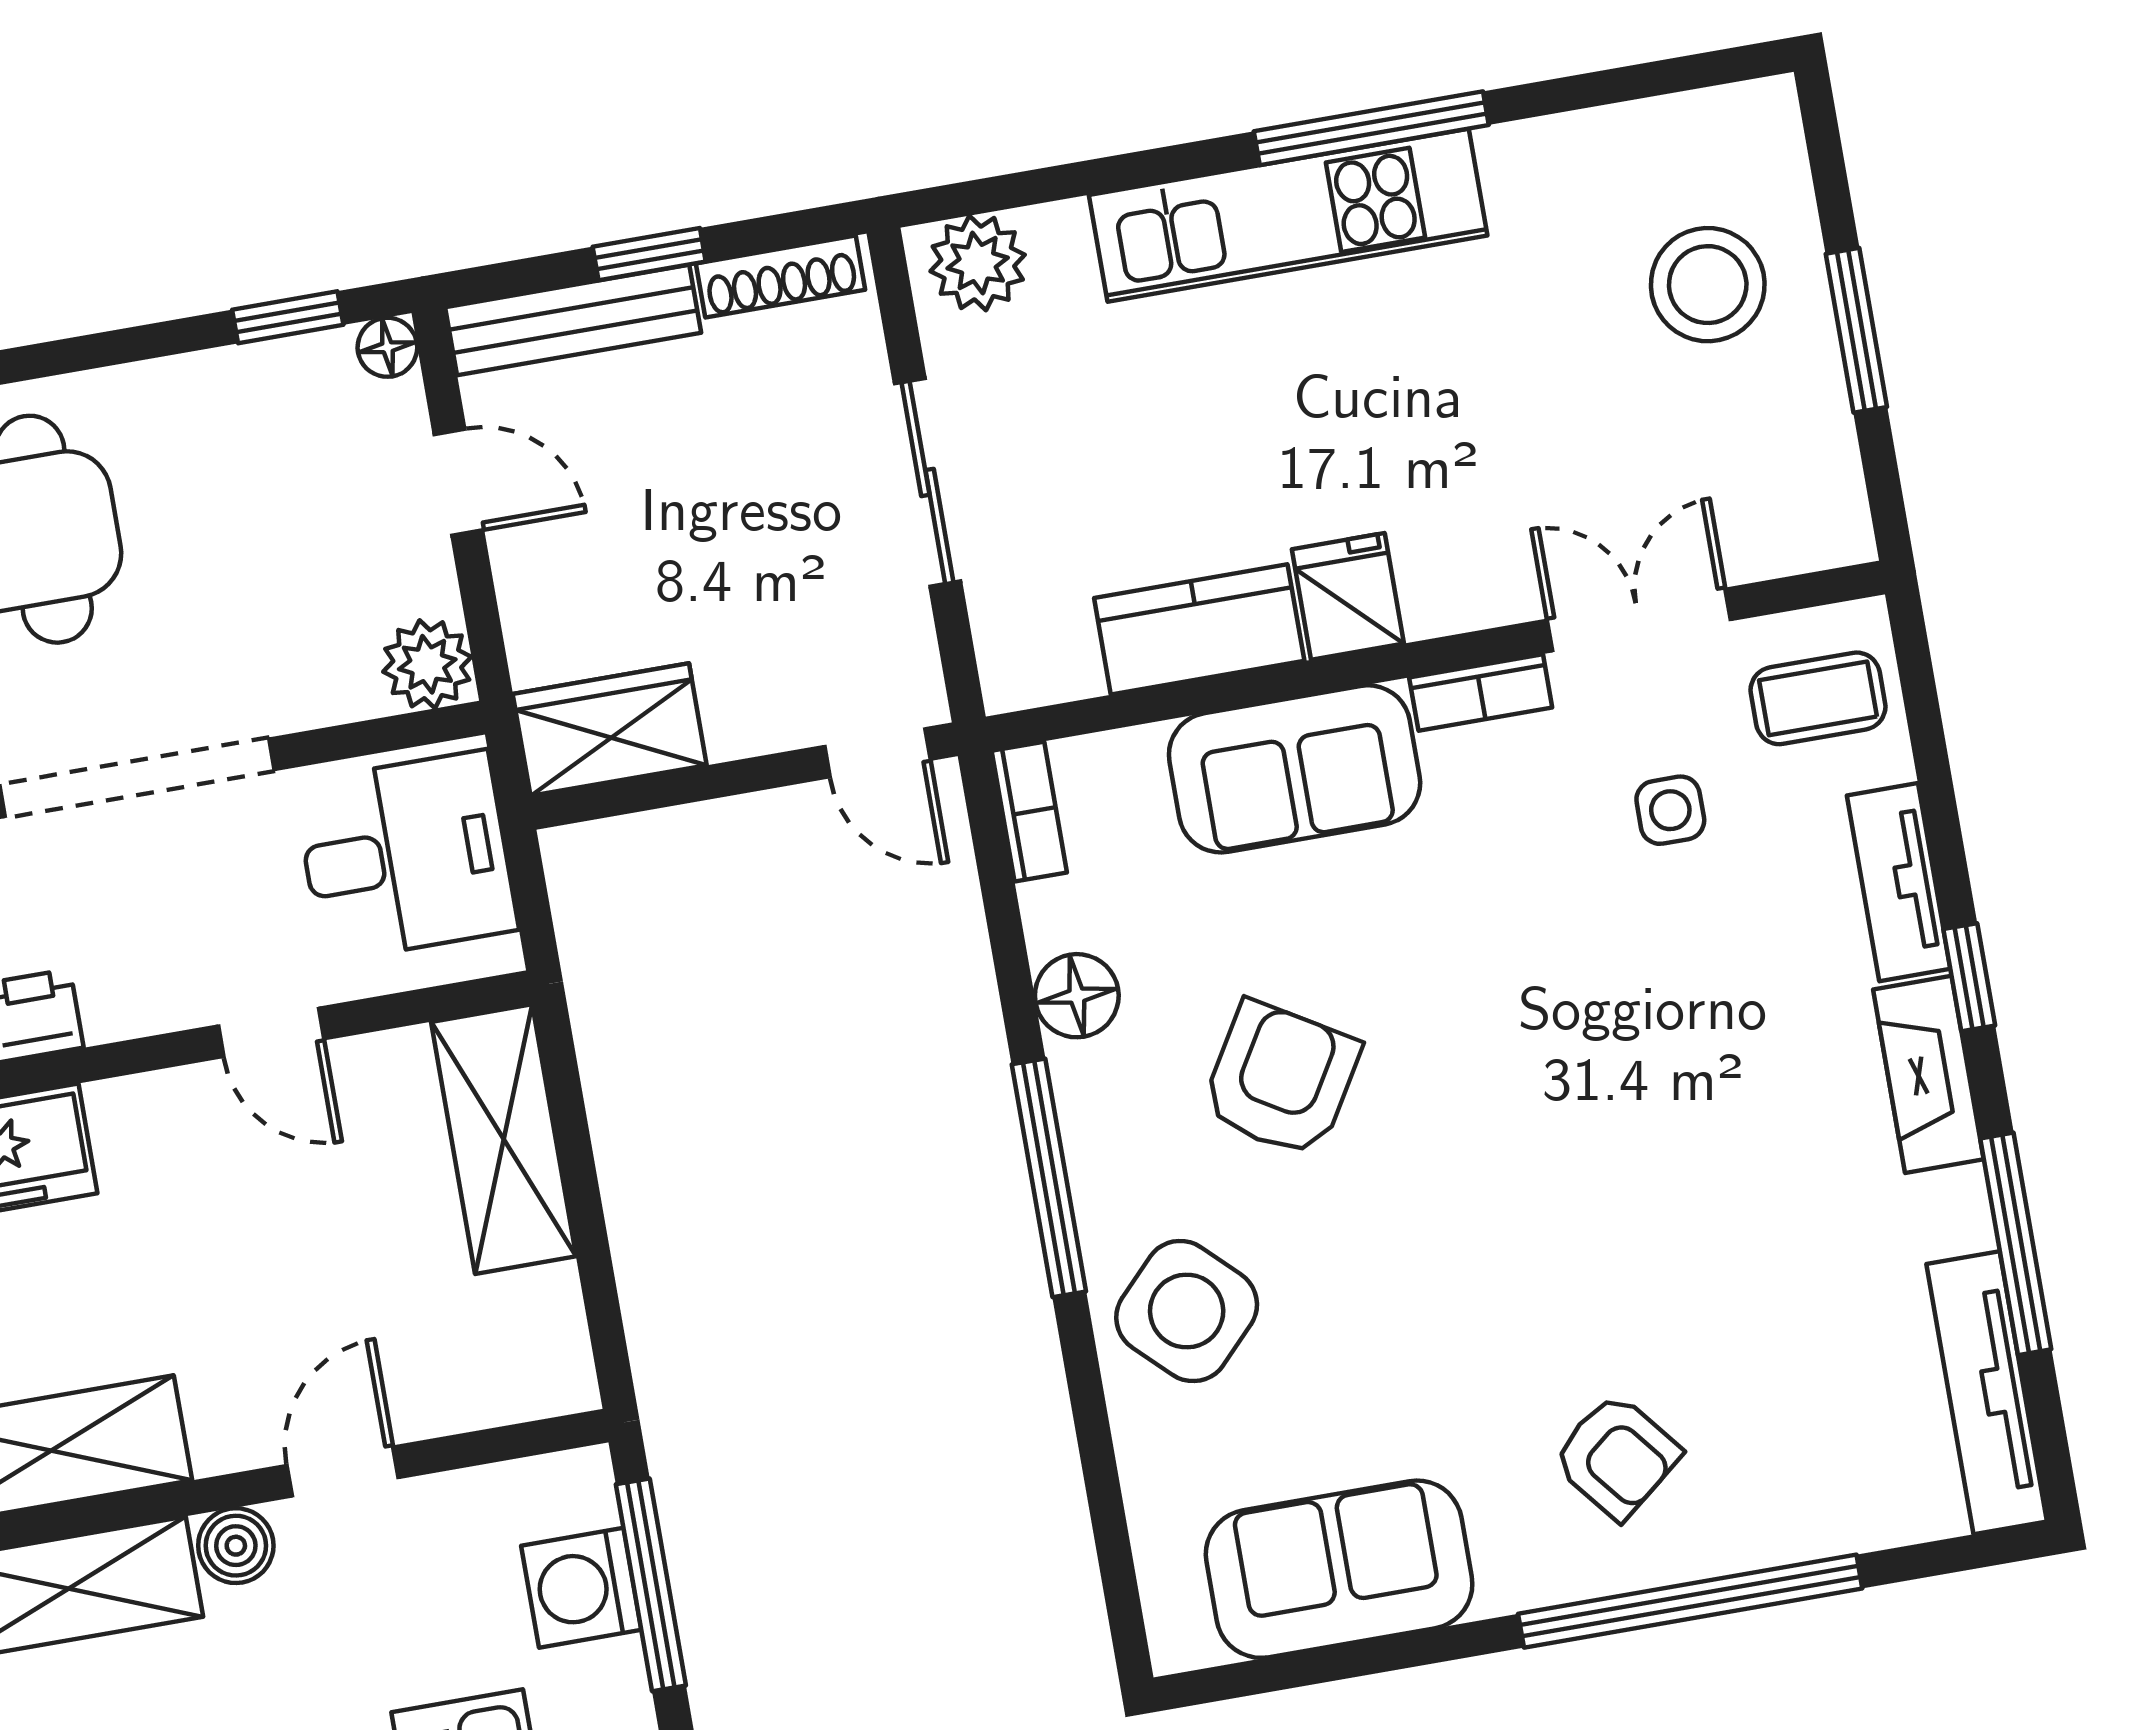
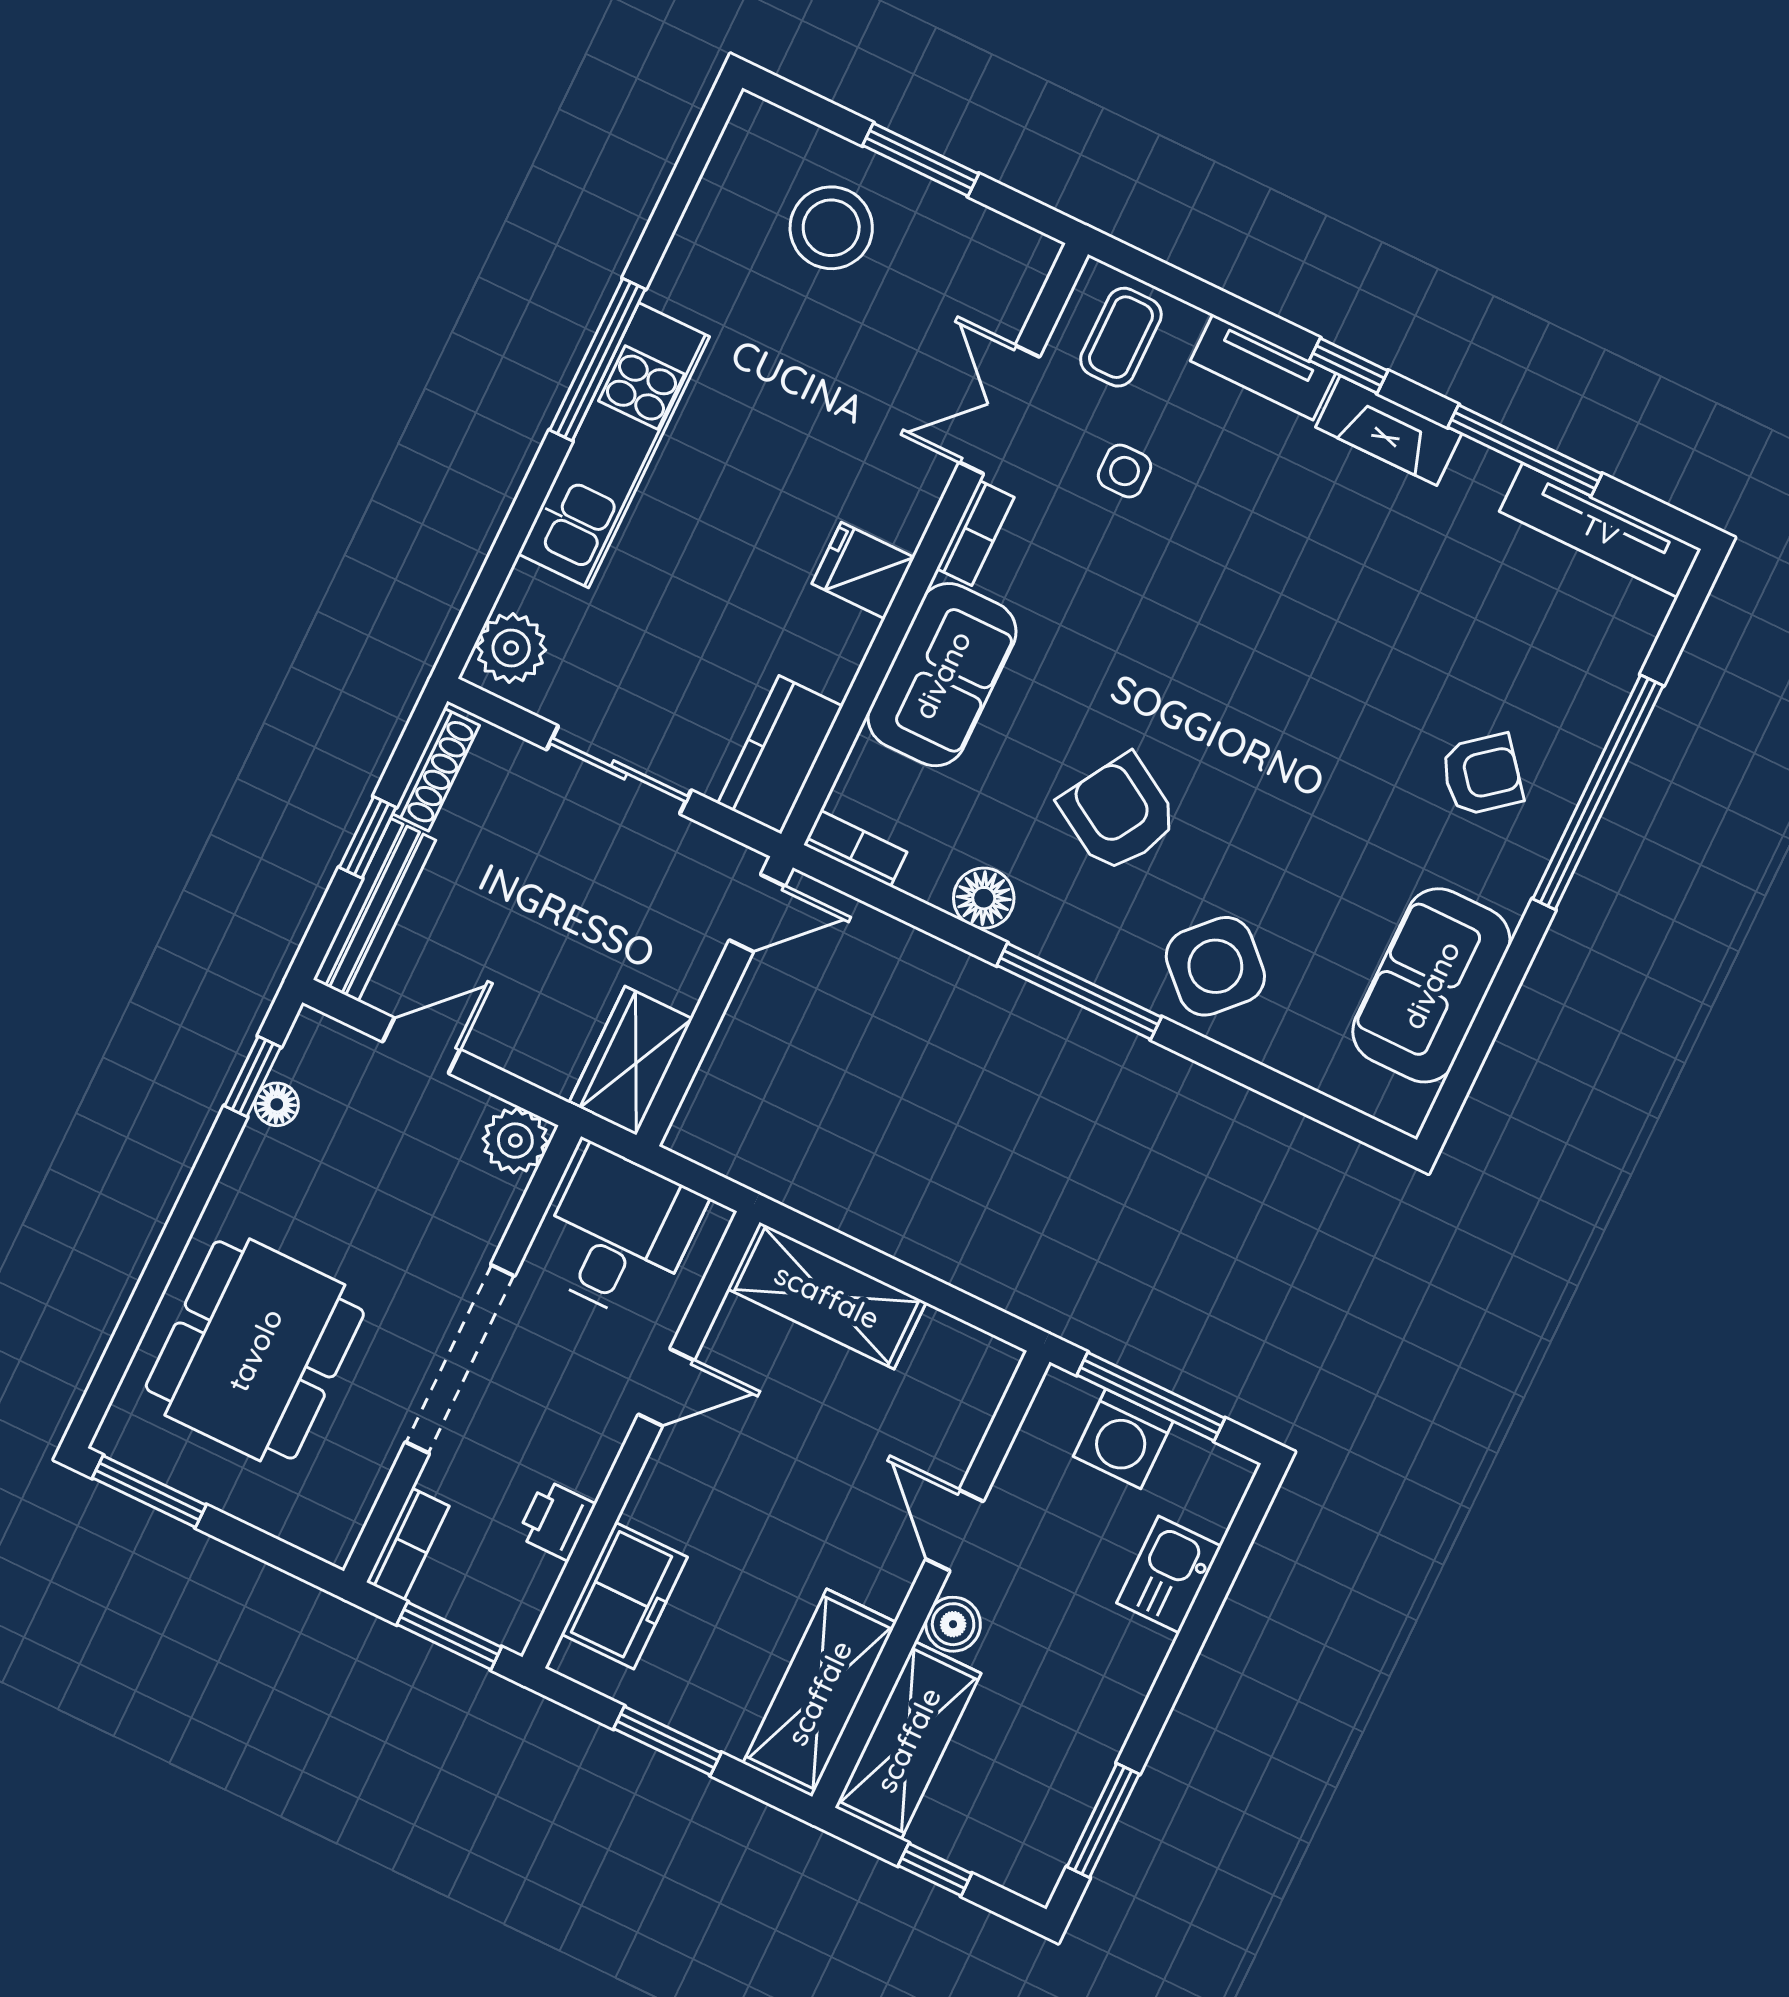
floor lamp: (387, 347) -> (277, 1104), moved
kitchen counter: (1199, 629) -> (780, 755), moved

